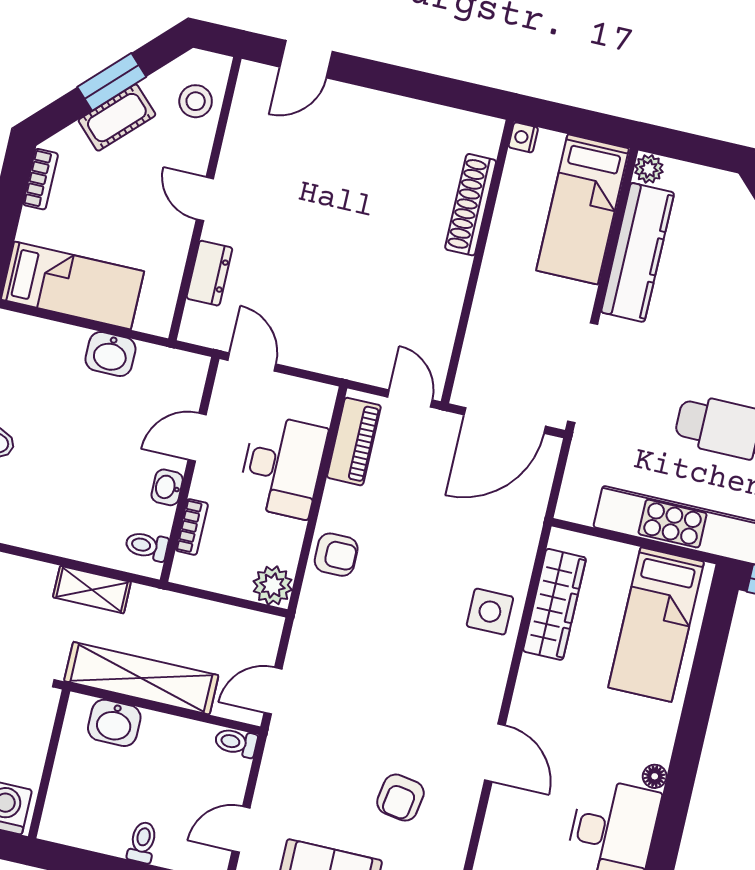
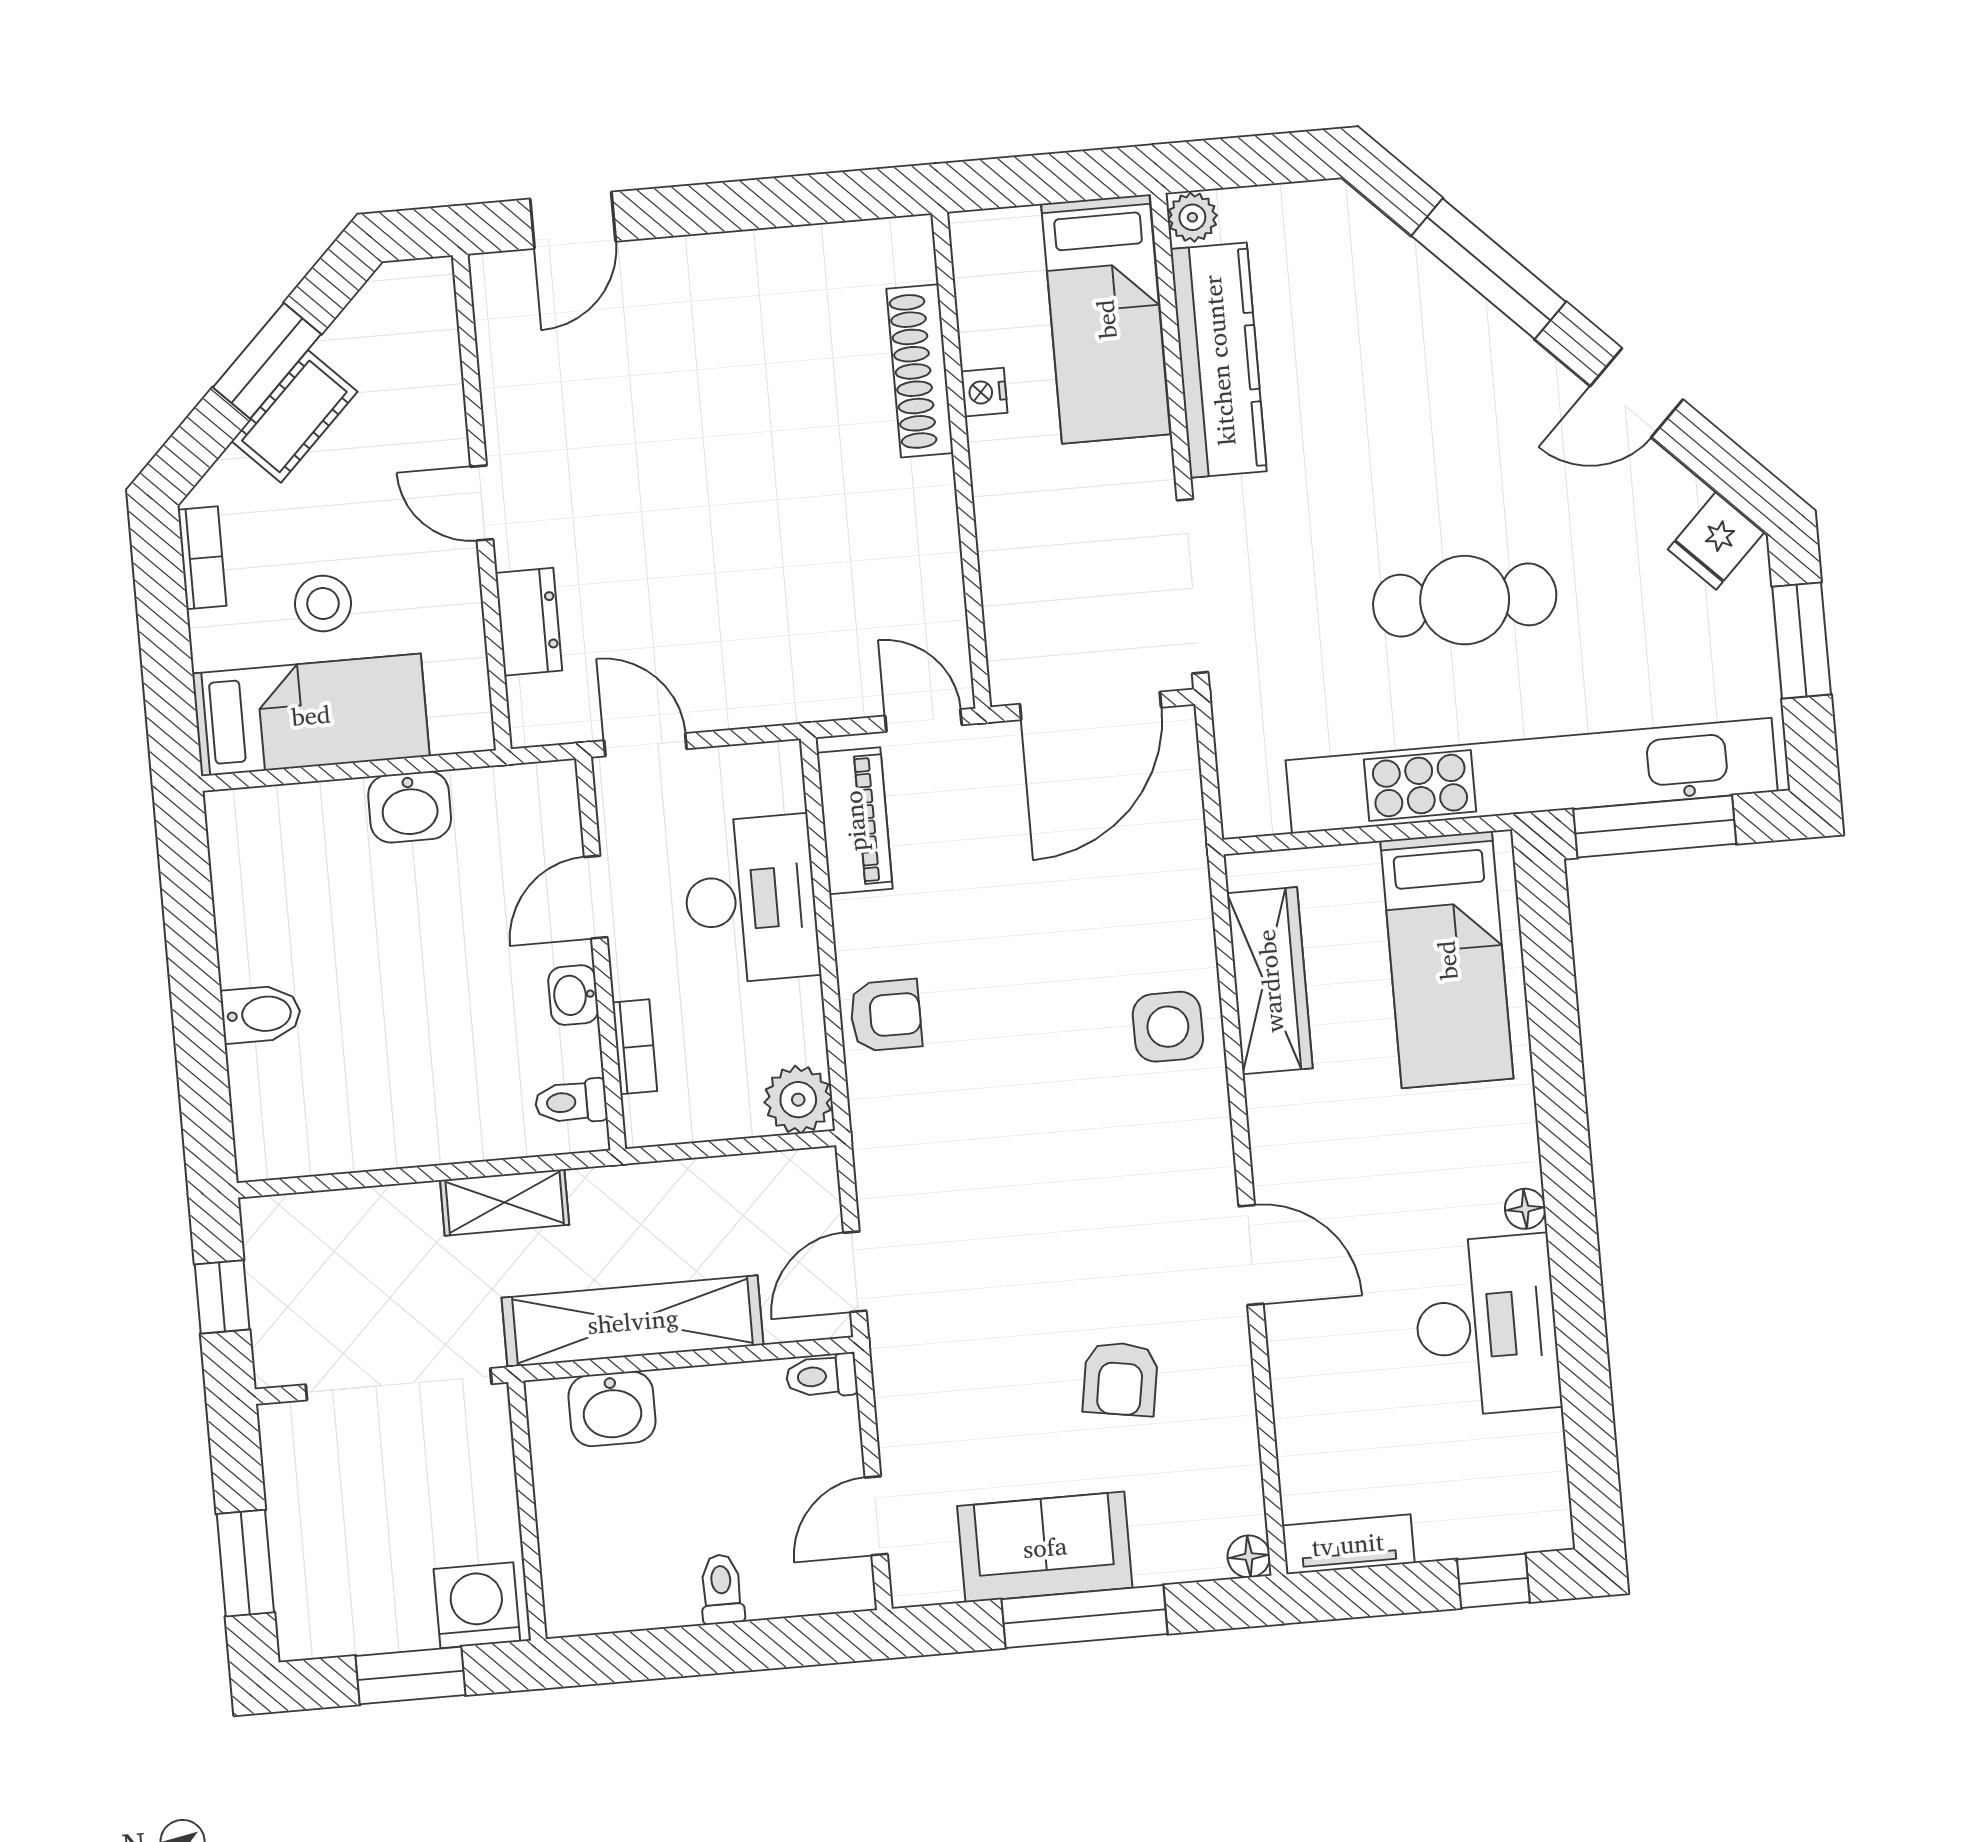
stool: (196, 101) -> (323, 604), moved
nightstand: (523, 137) -> (984, 392), moved

